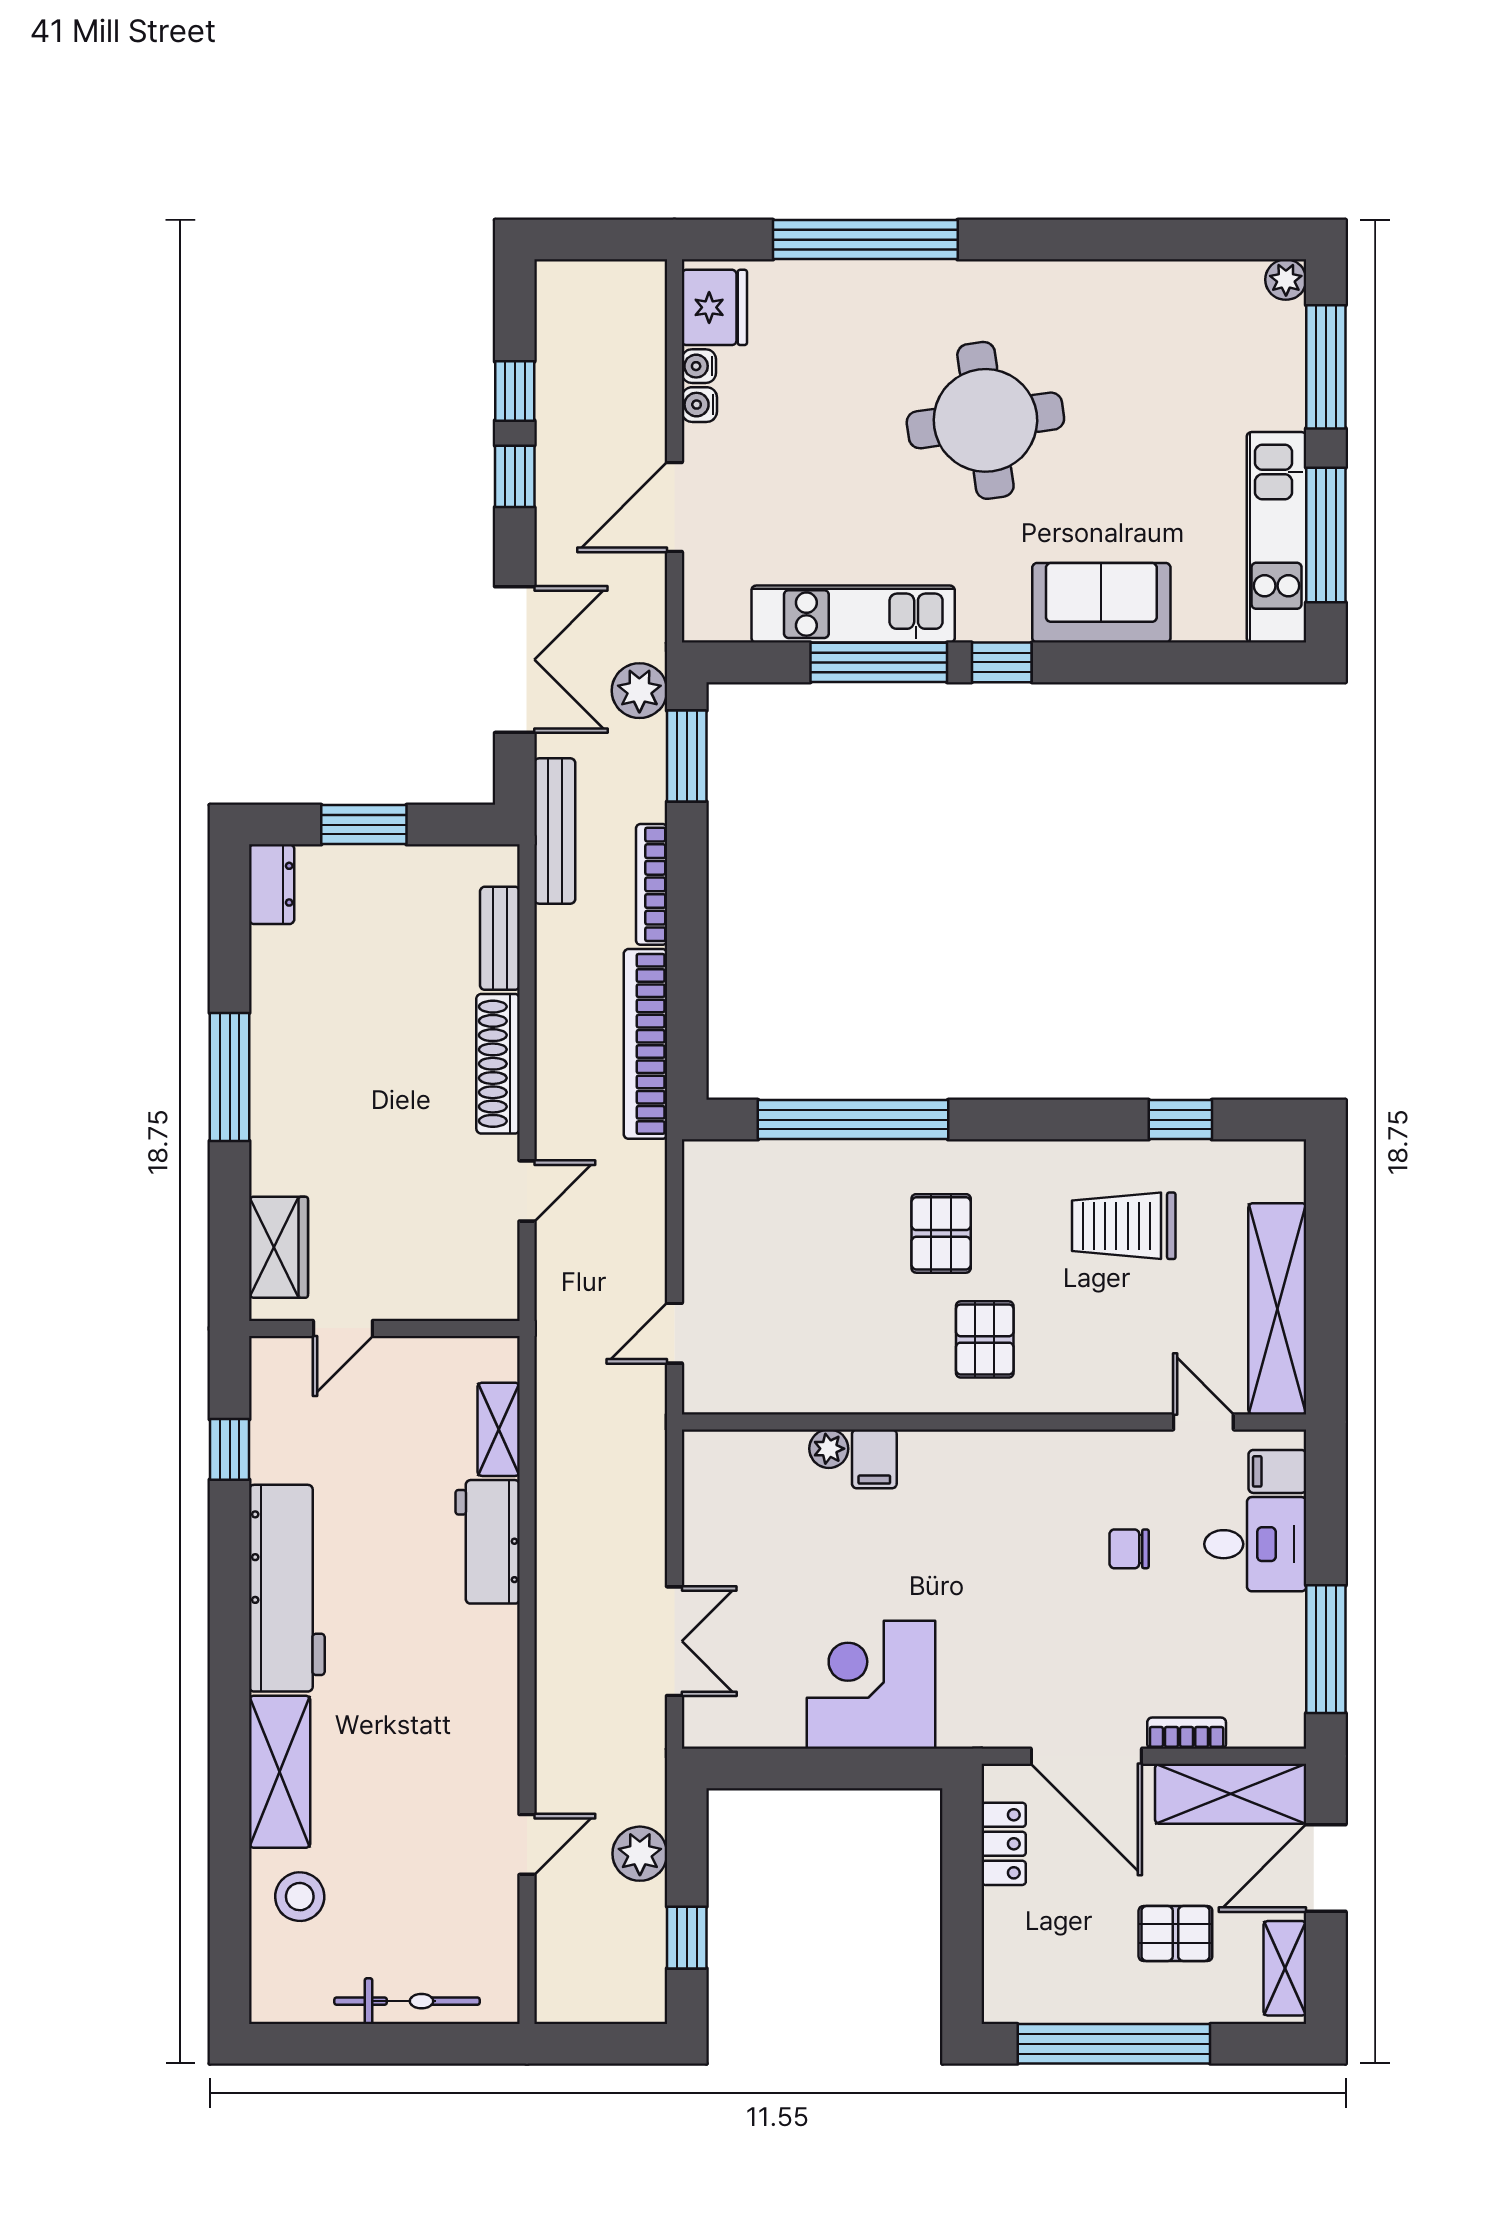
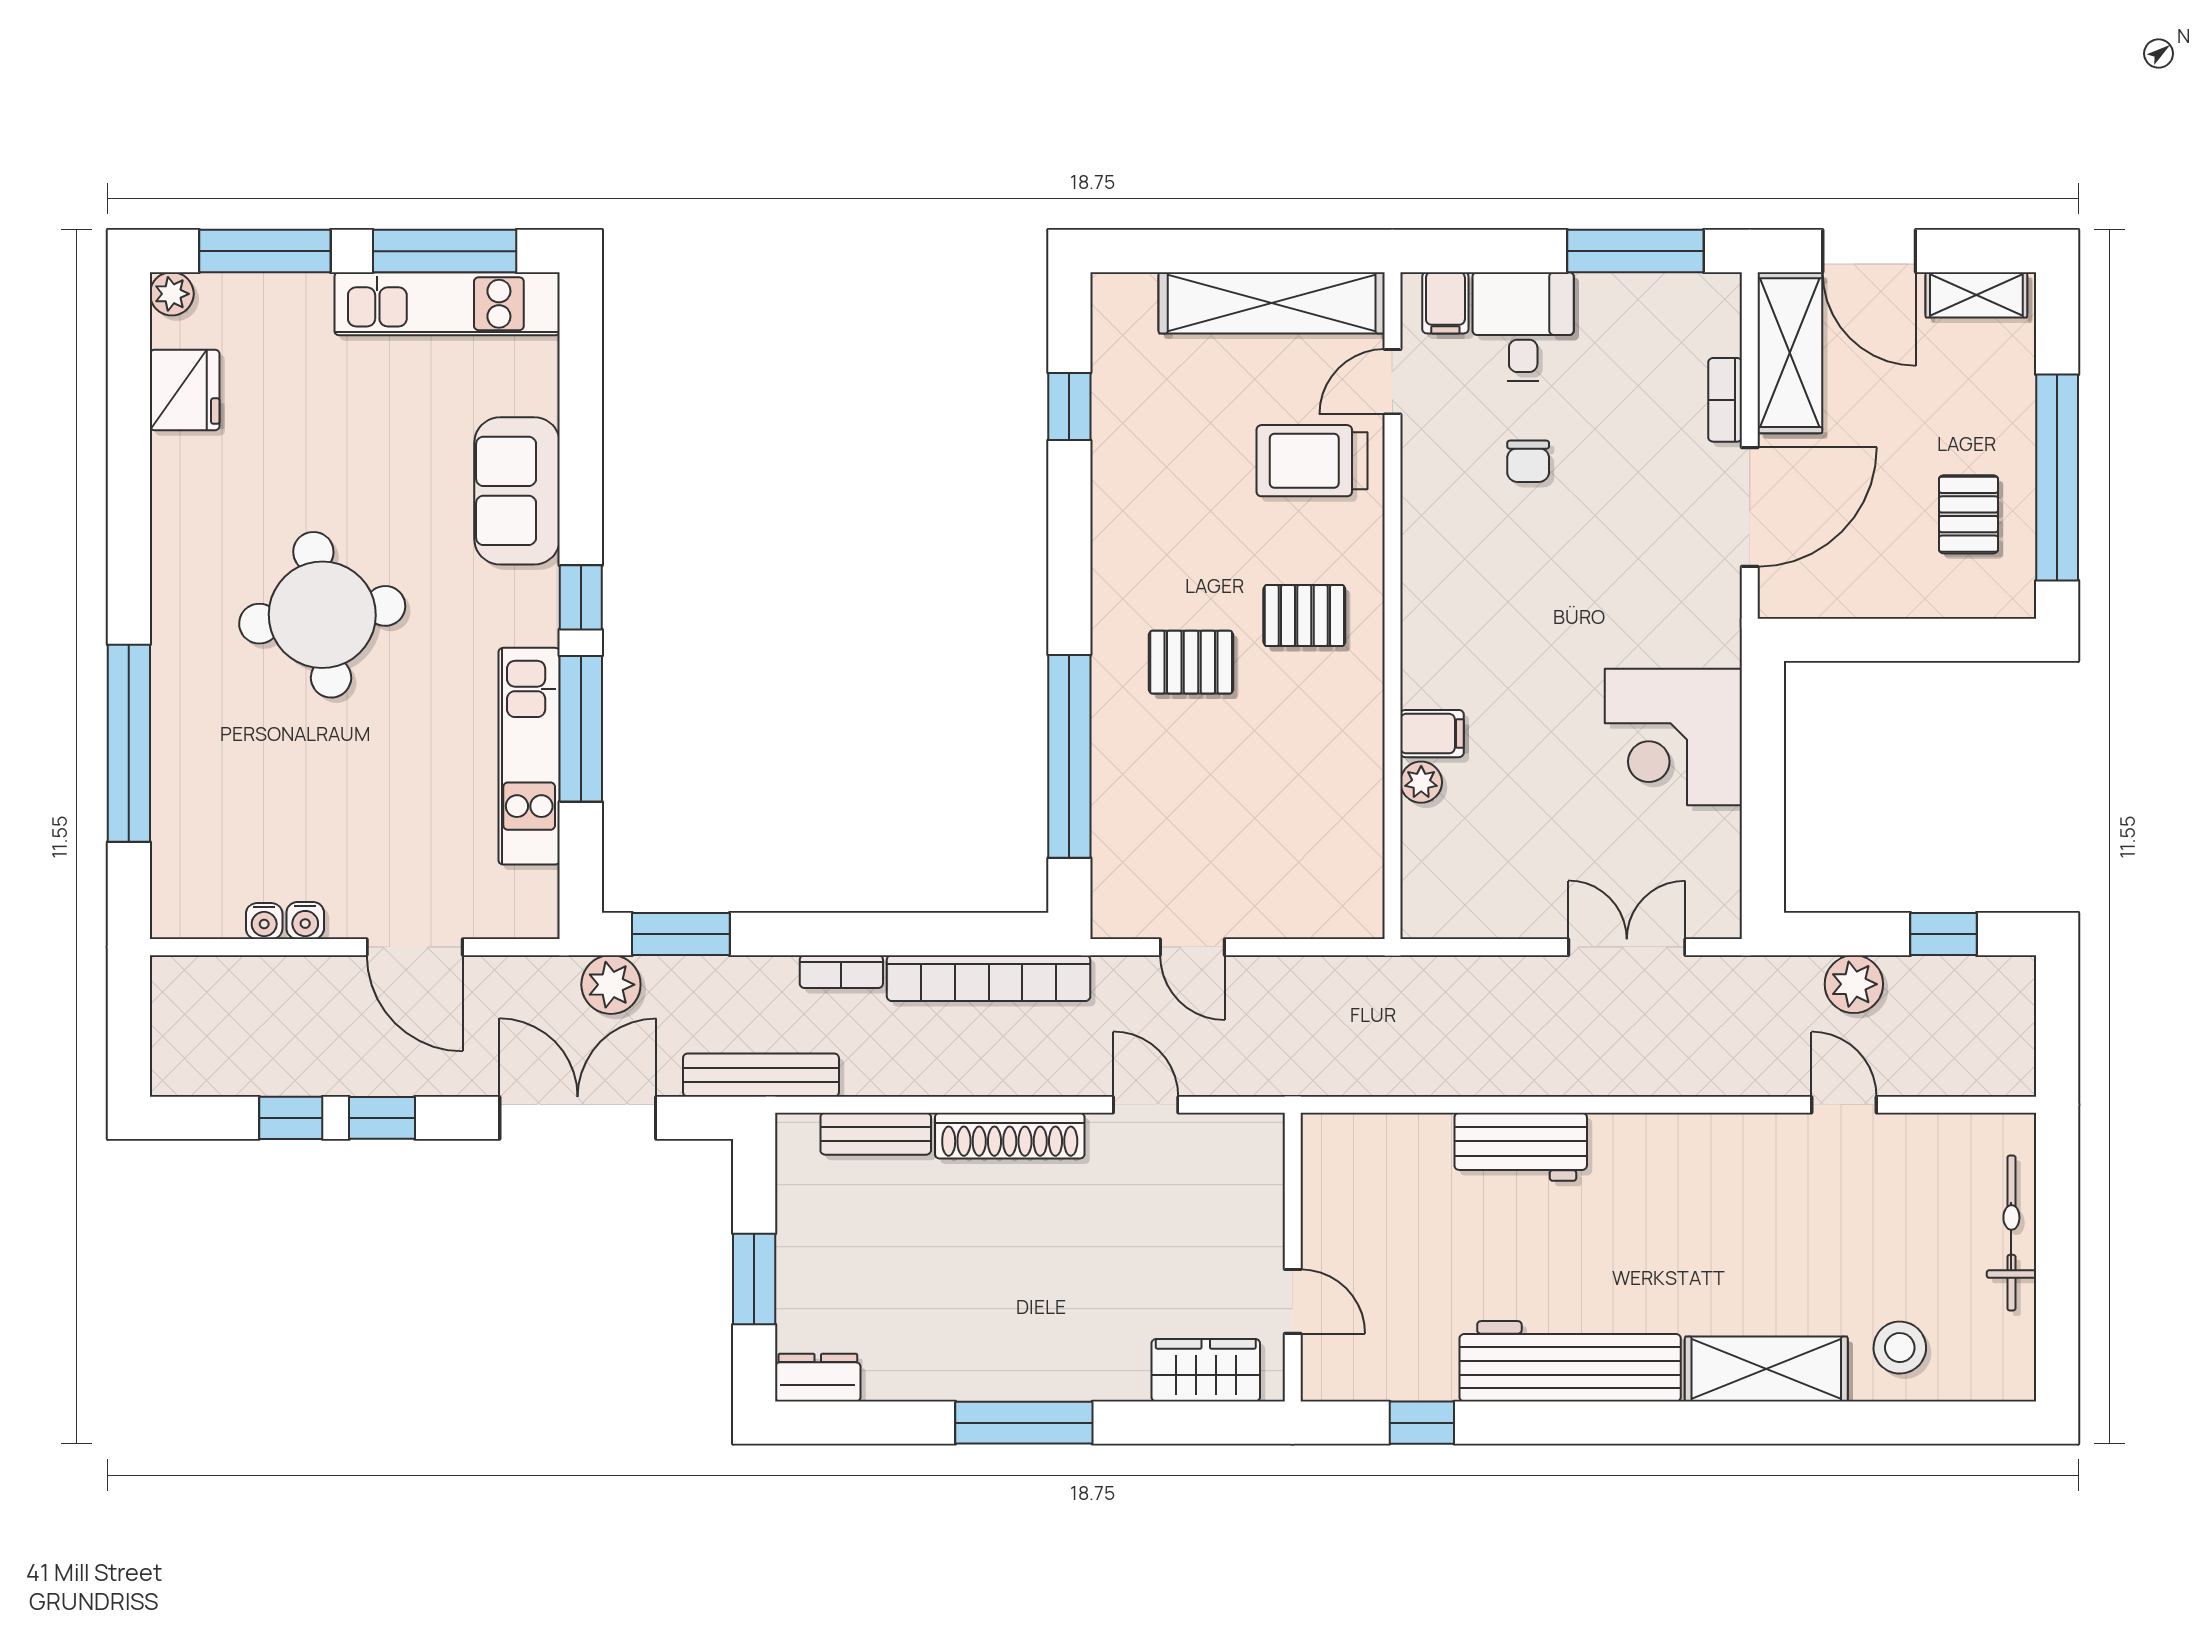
fridge: (714, 307) -> (185, 390), moved, turned 90
bookcase: (652, 884) -> (841, 972), width x0.64
trolley: (1124, 1226) -> (1312, 461), moved, turned 90
door: (674, 1333) -> (1192, 947), moved
shelving: (499, 1429) -> (1400, 1135), removed
locker: (1004, 1844) -> (1843, 595), removed
pallet: (1175, 1933) -> (1968, 514), moved

